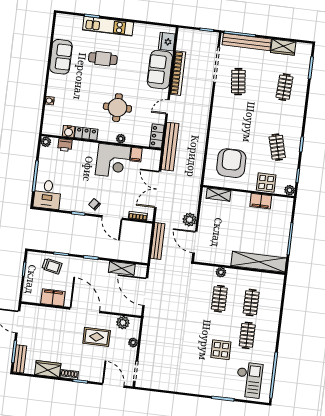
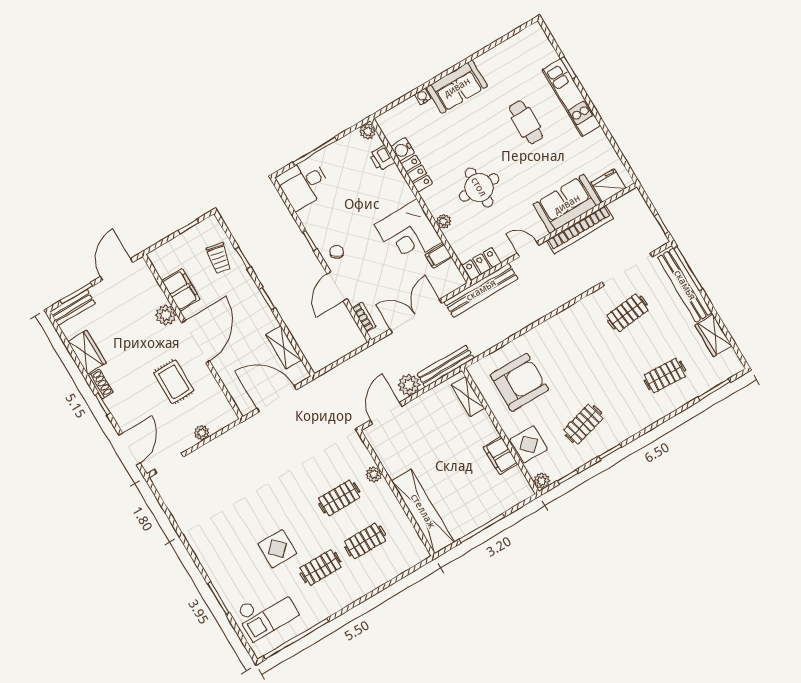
sofa: (61, 57) -> (457, 87), moved
bench: (158, 241) -> (445, 366), moved
door: (145, 292) -> (277, 399), hinge flipped
plant: (123, 323) -> (166, 315), moved

